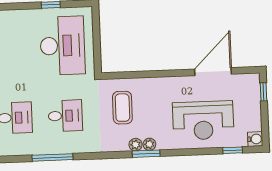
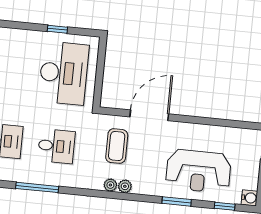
door: (213, 72) -> (149, 115), moved
plant: (149, 144) -> (110, 185), moved
window: (146, 154) -> (177, 201), moved

